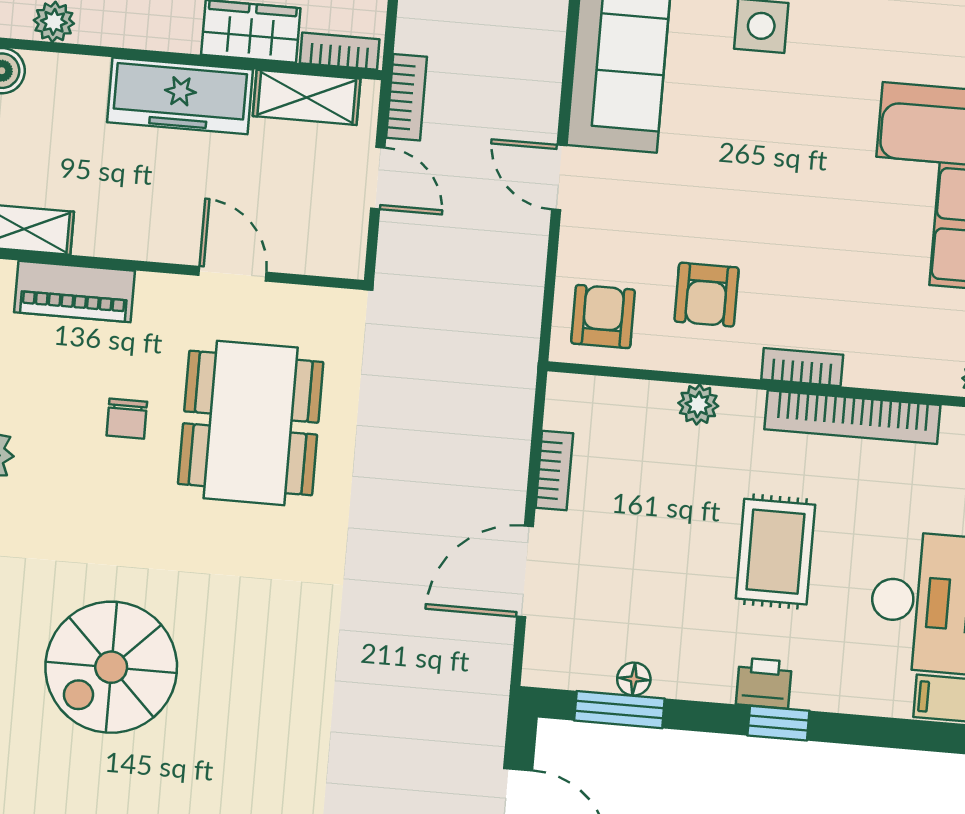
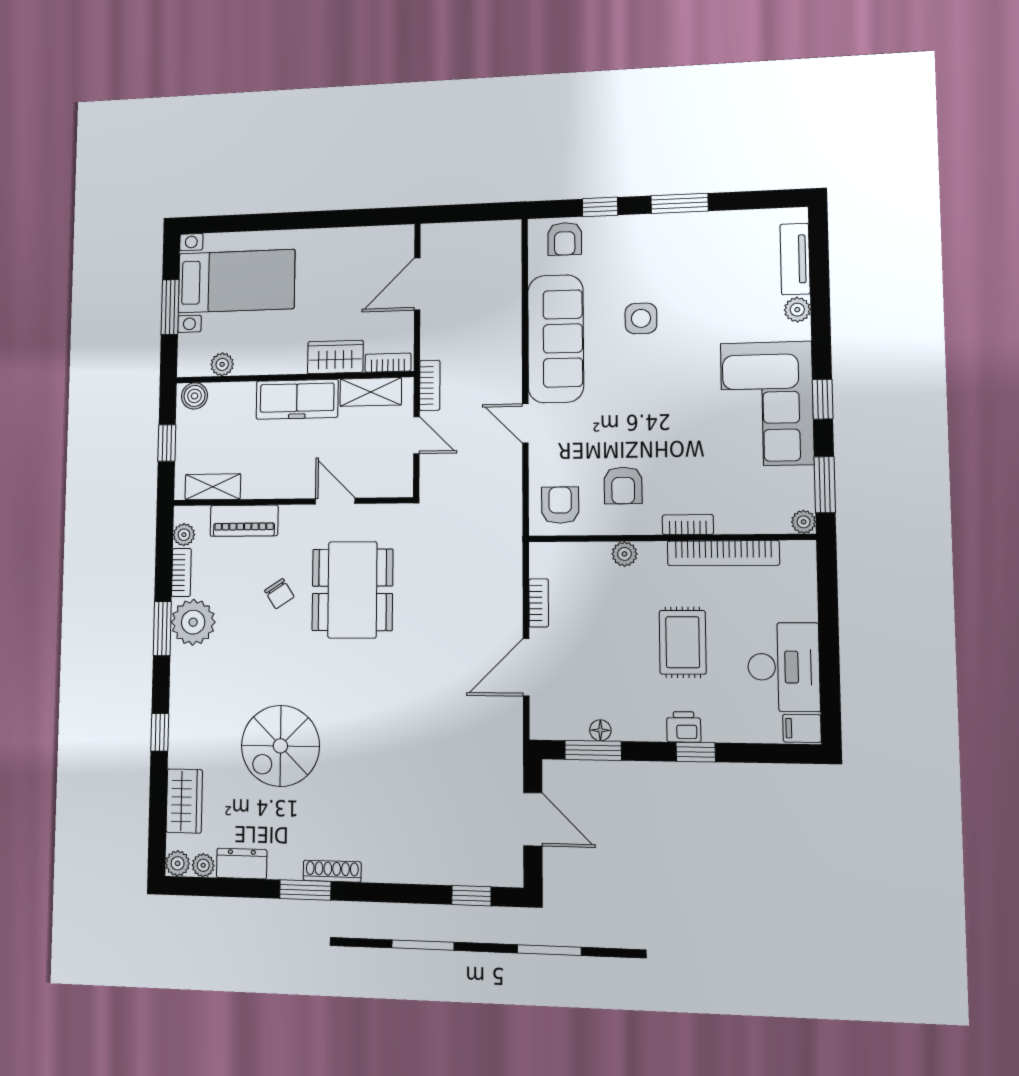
chair: (127, 419) -> (279, 594), turned -33

